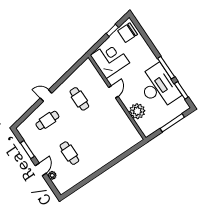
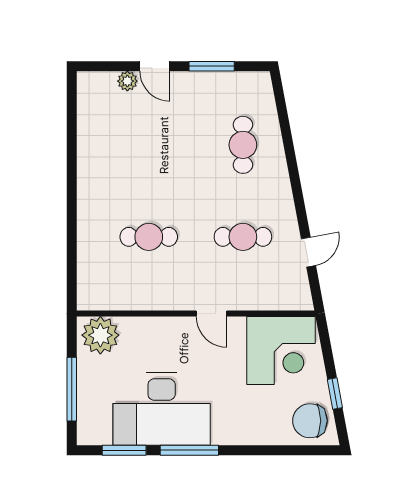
chair: (128, 33) -> (310, 421), turned -90
door: (46, 96) -> (308, 252), moved
plant: (137, 111) -> (100, 335), moved
cafe table: (69, 153) -> (149, 237), moved

